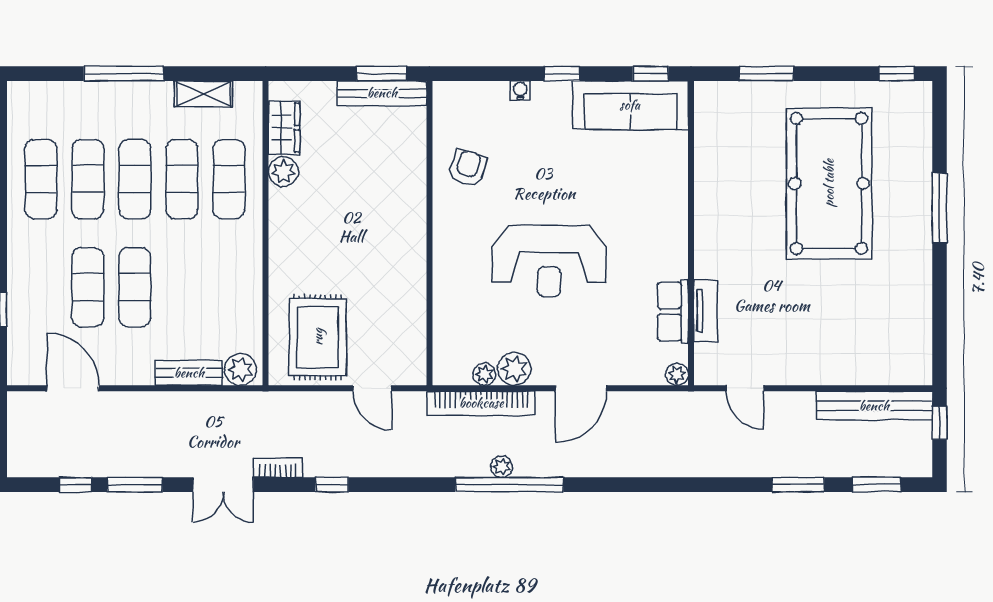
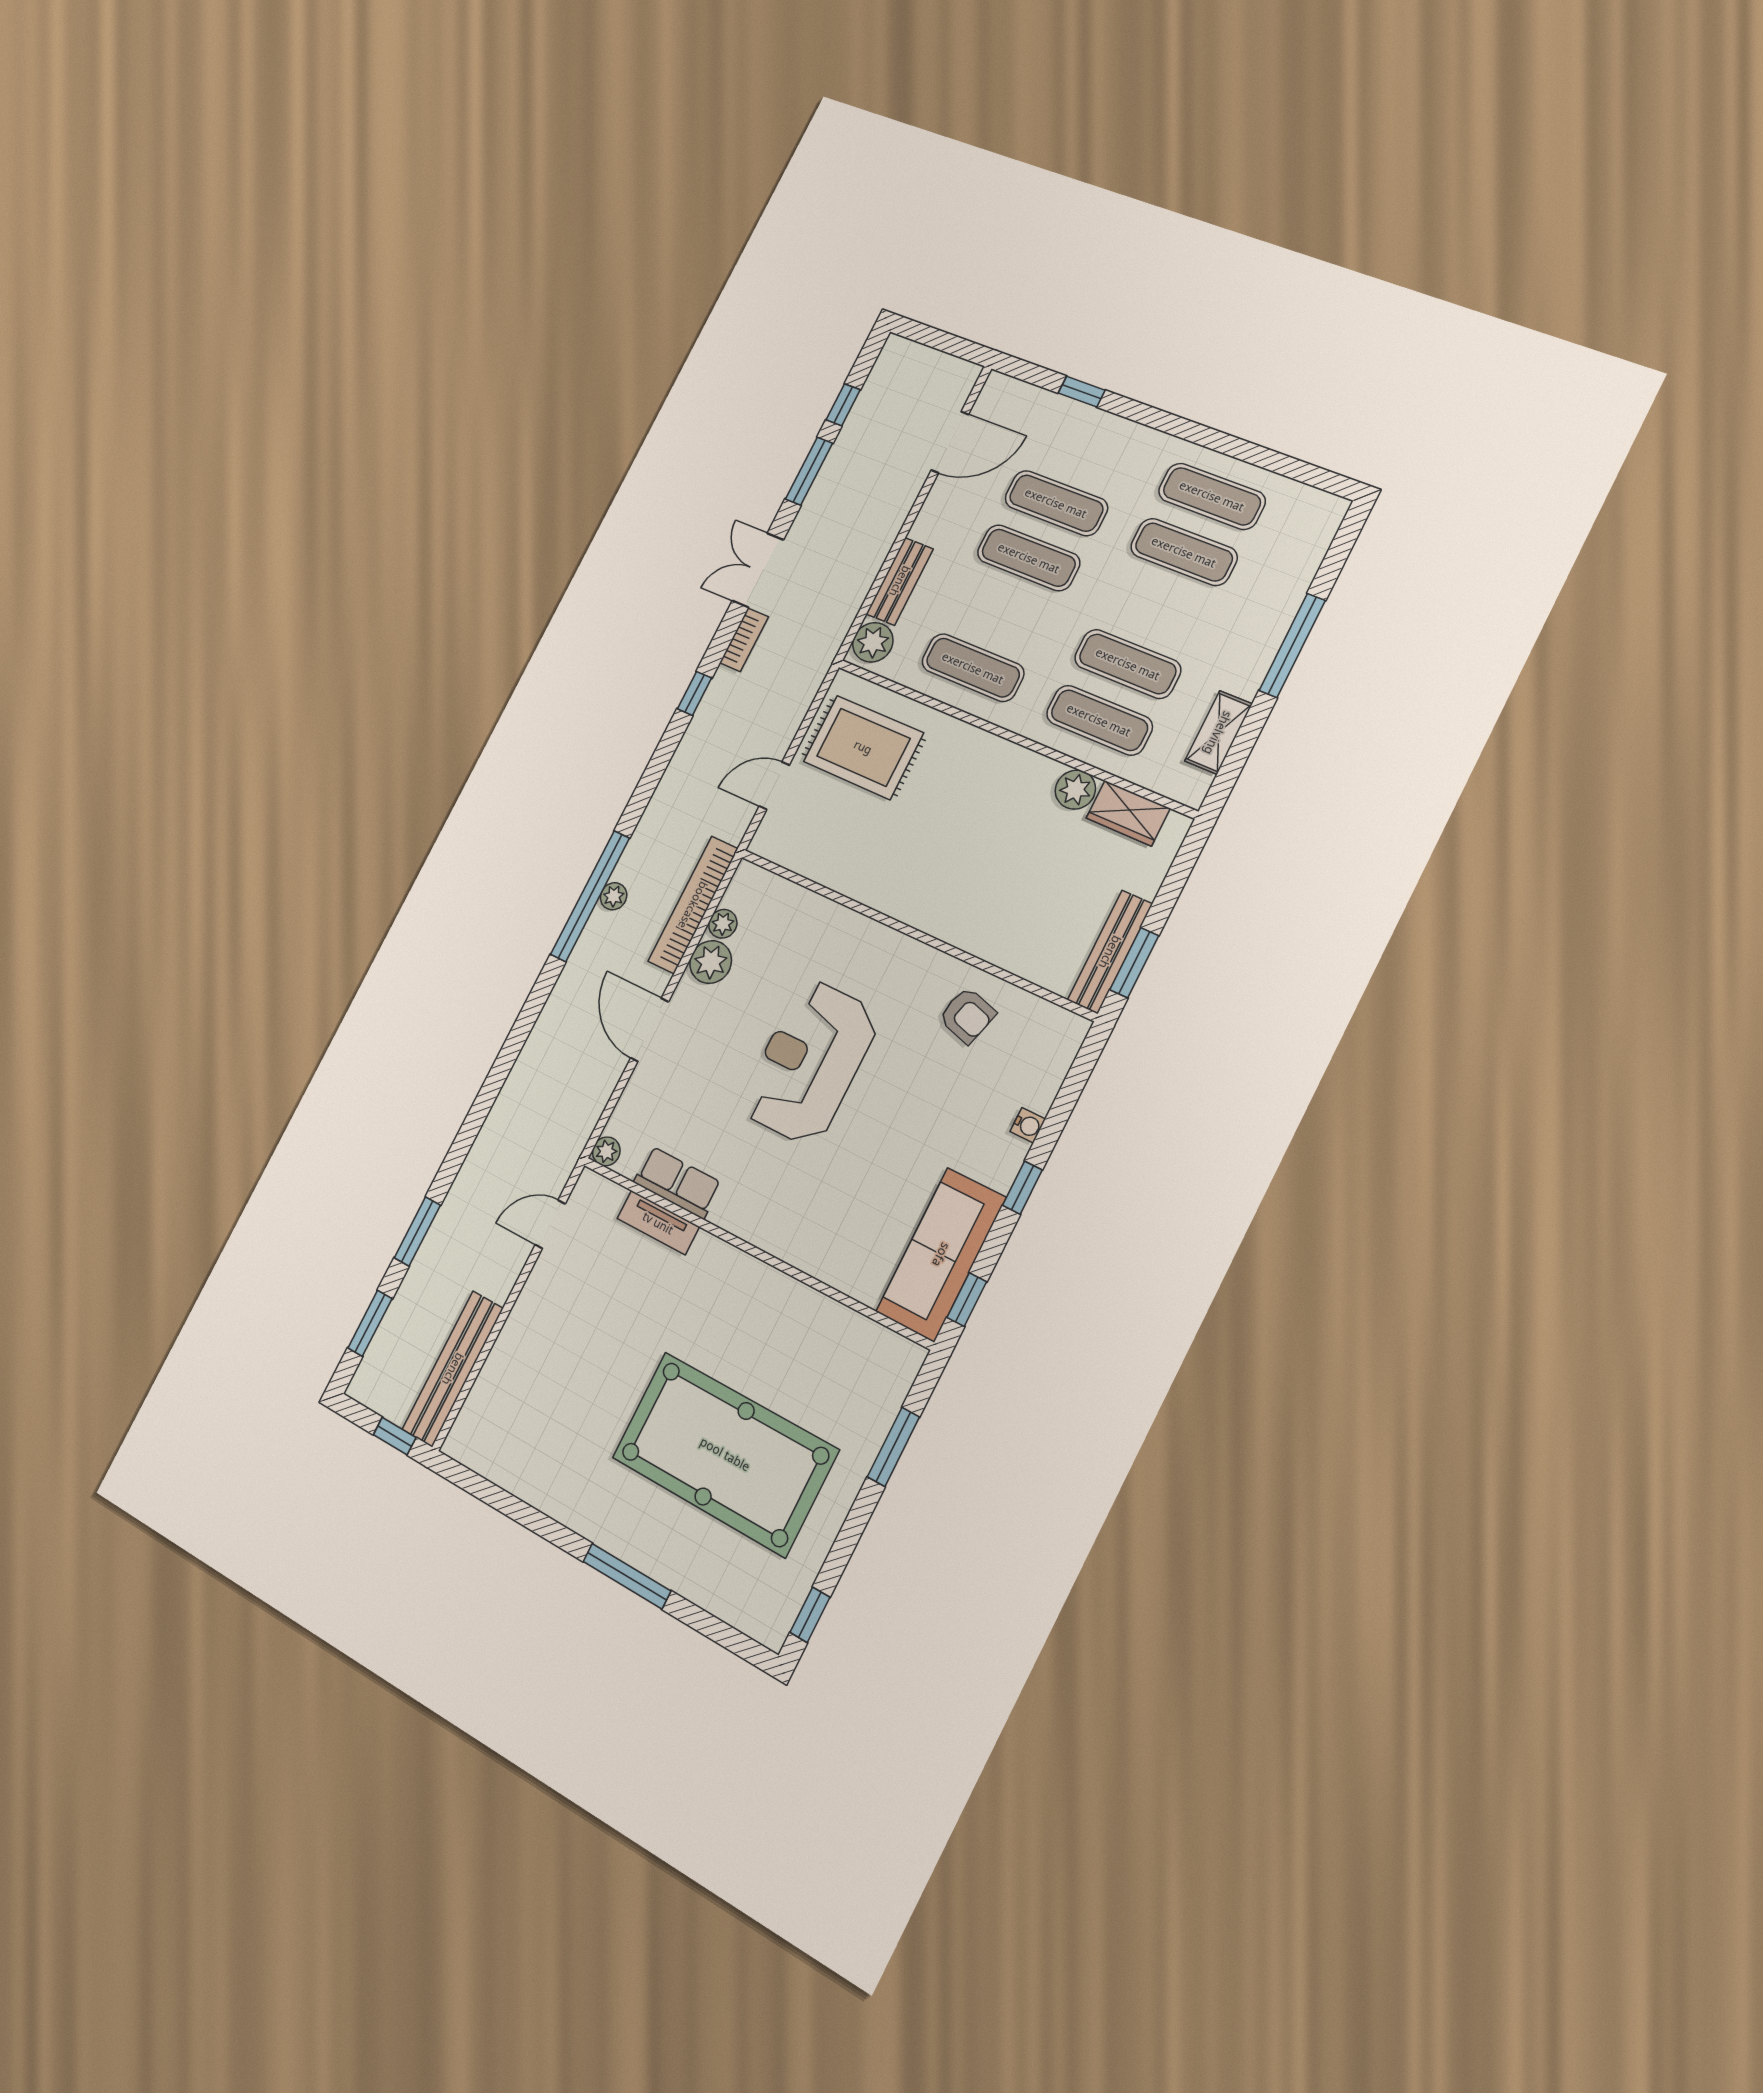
exercise mat: (135, 179) -> (973, 668), moved

